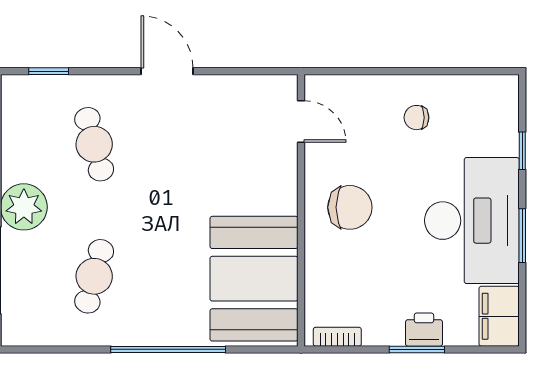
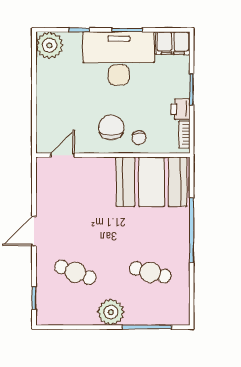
plant: (495, 98) -> (49, 45), added
chair: (416, 118) -> (139, 138), moved
cafe table: (94, 144) -> (75, 272), turned 36
printer: (424, 330) -> (180, 109), moved

